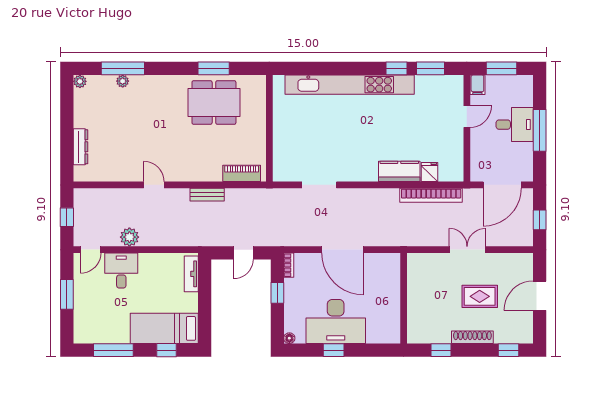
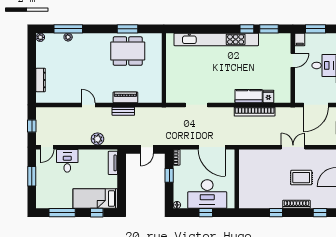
piano: (242, 173) -> (125, 97), moved
bookcase: (431, 195) -> (255, 112), moved
plant: (129, 237) -> (97, 139), moved
wall: (404, 298) -> (237, 179), moved

